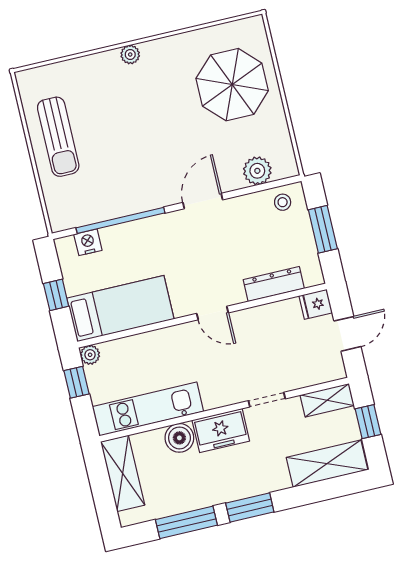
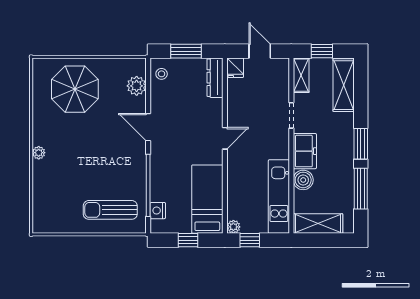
sun lounger: (58, 137) -> (110, 210), moved, turned 180
dresser: (274, 284) -> (215, 78), moved

